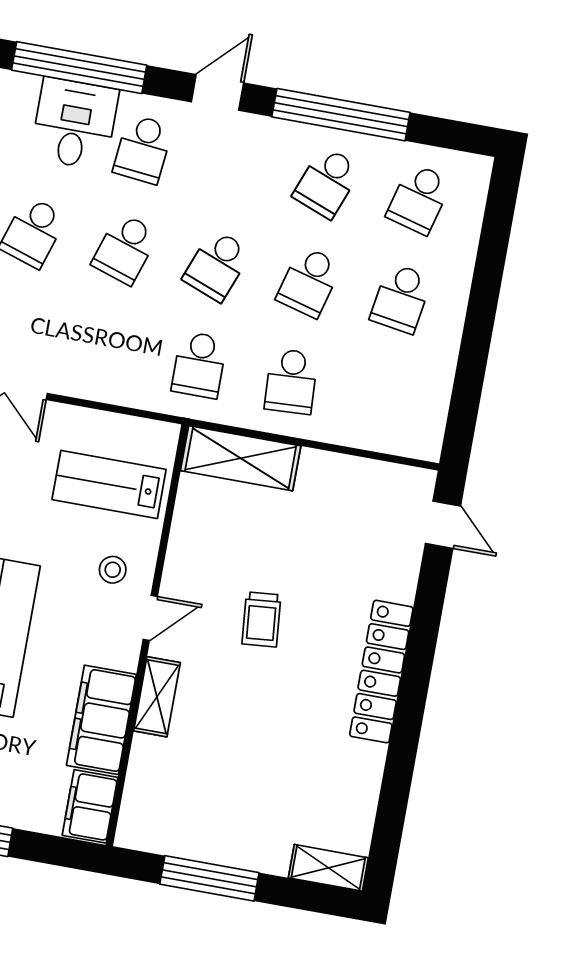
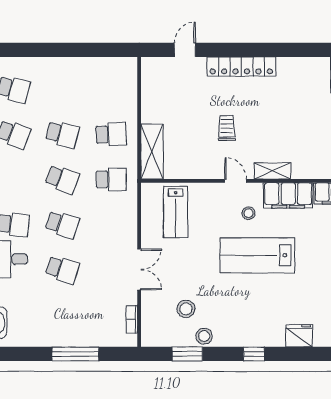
school desk: (401, 298) -> (62, 89), removed
door: (443, 525) -> (185, 50), moved
stool: (113, 570) -> (249, 213), moved
trolley: (261, 619) -> (227, 128), turned -86

